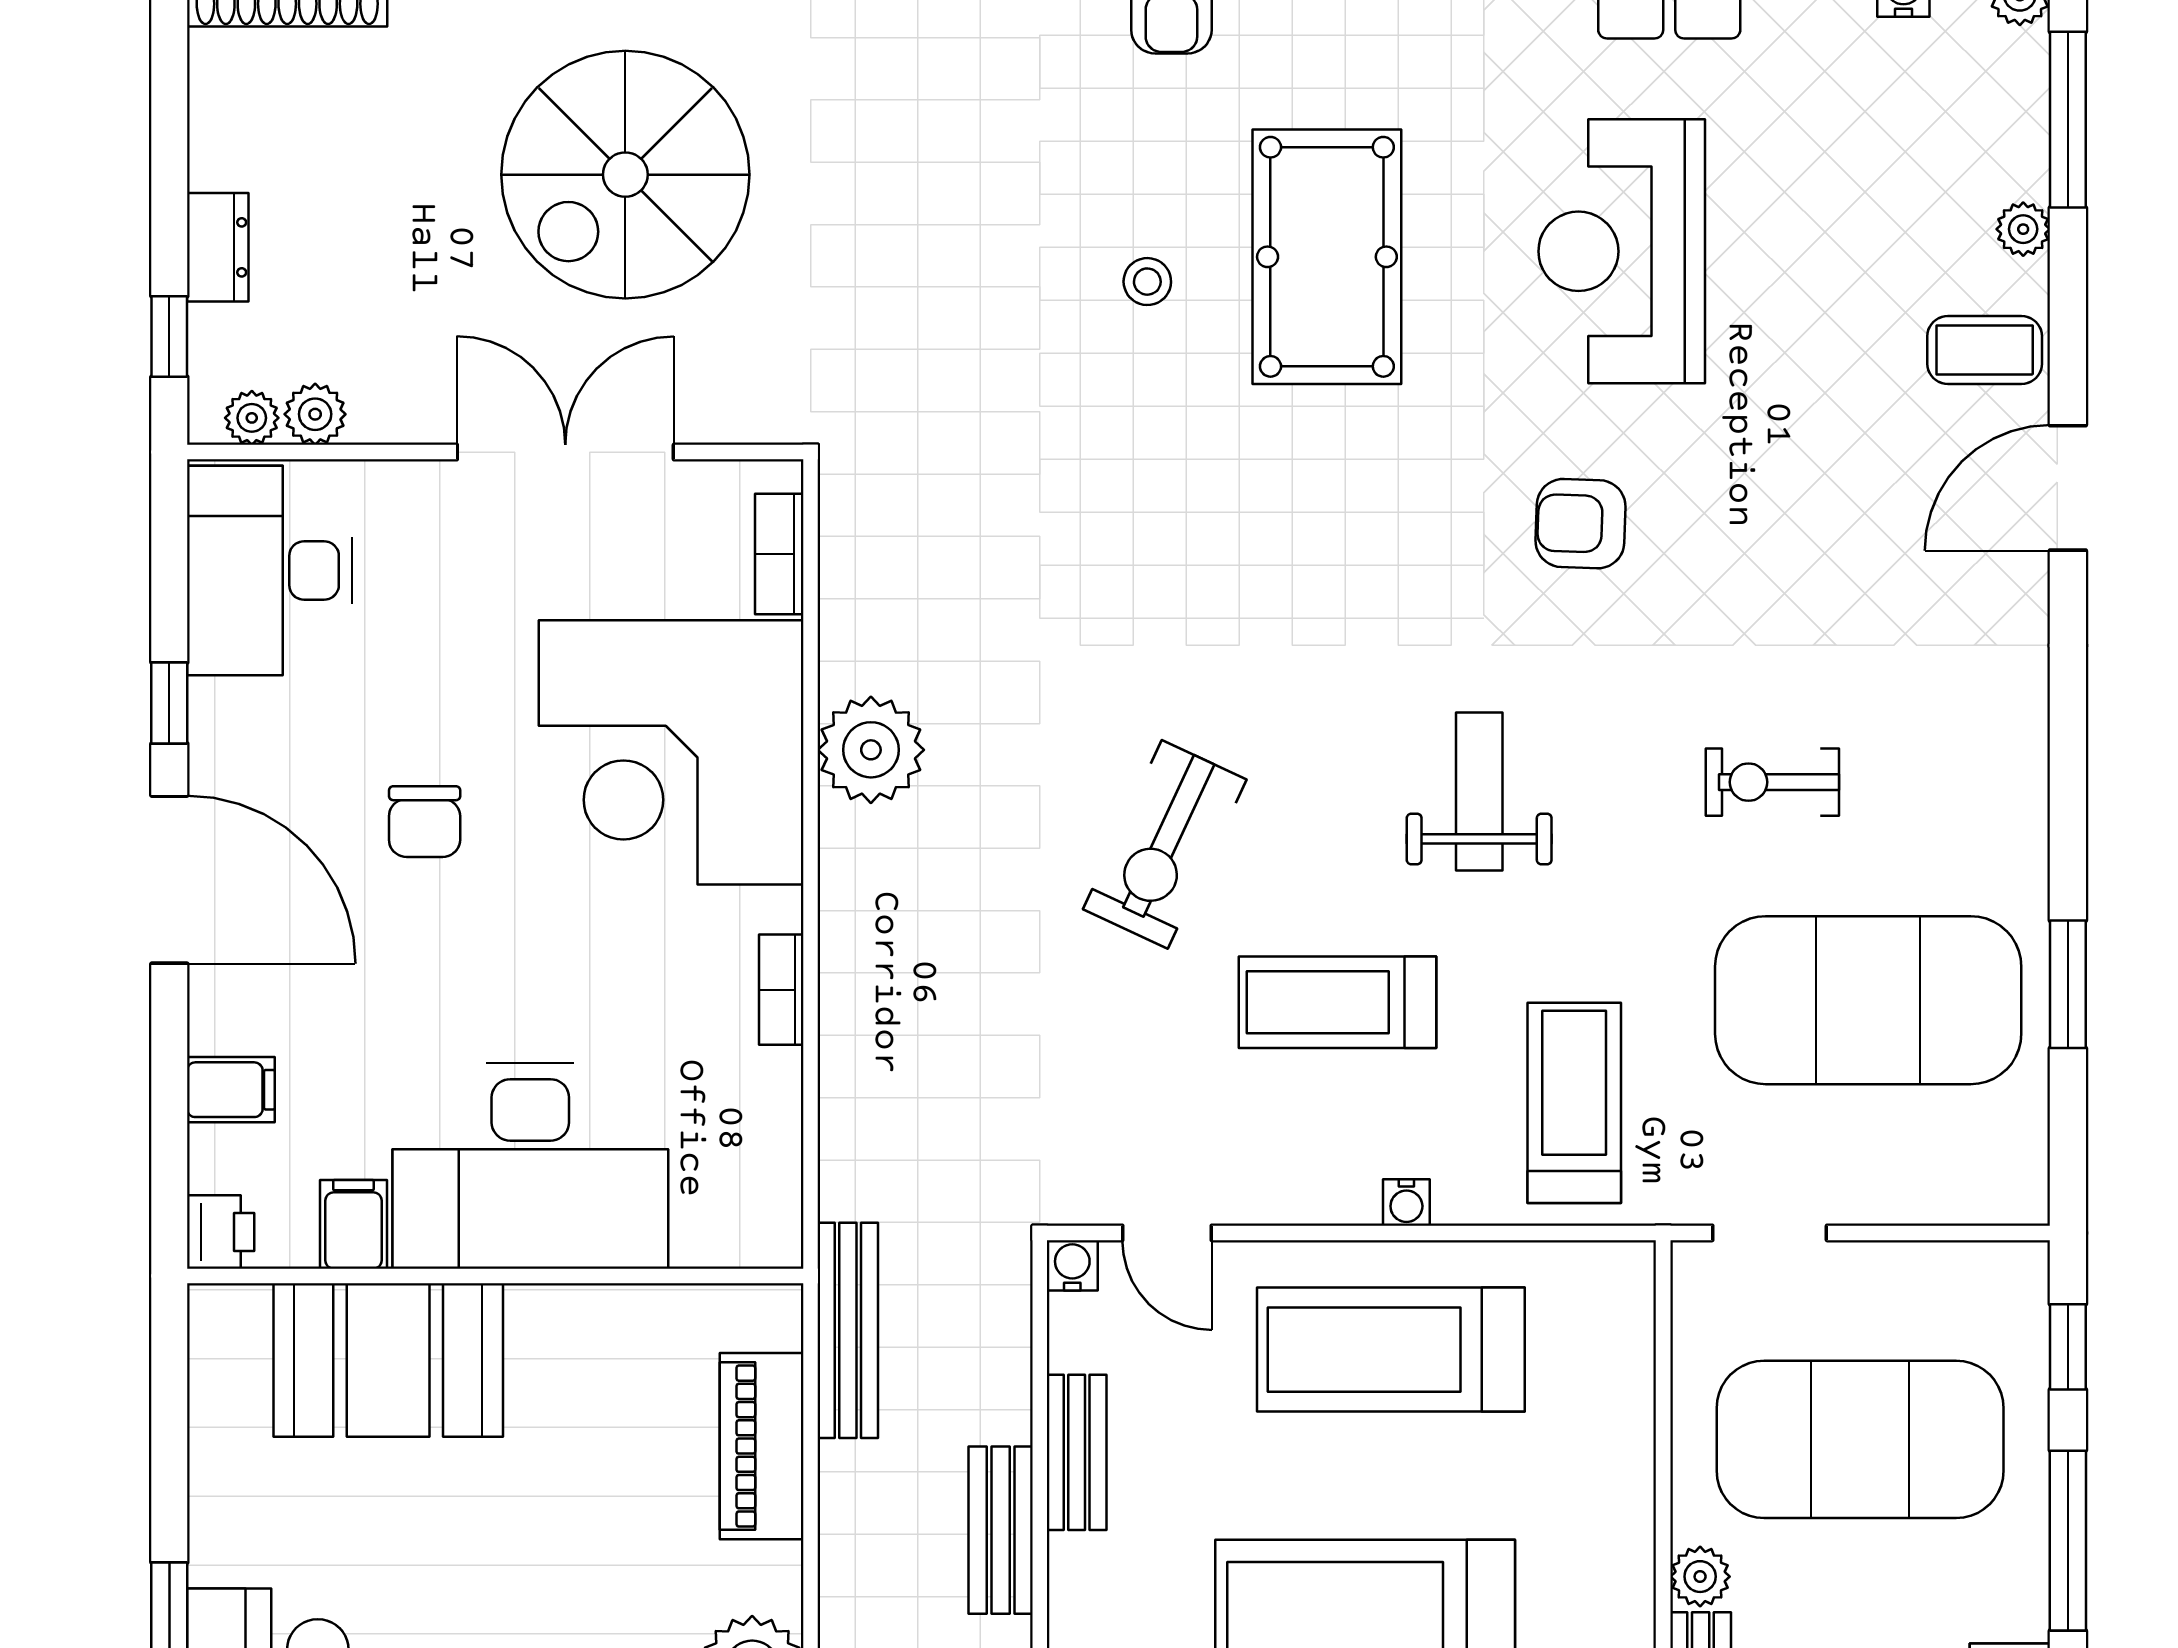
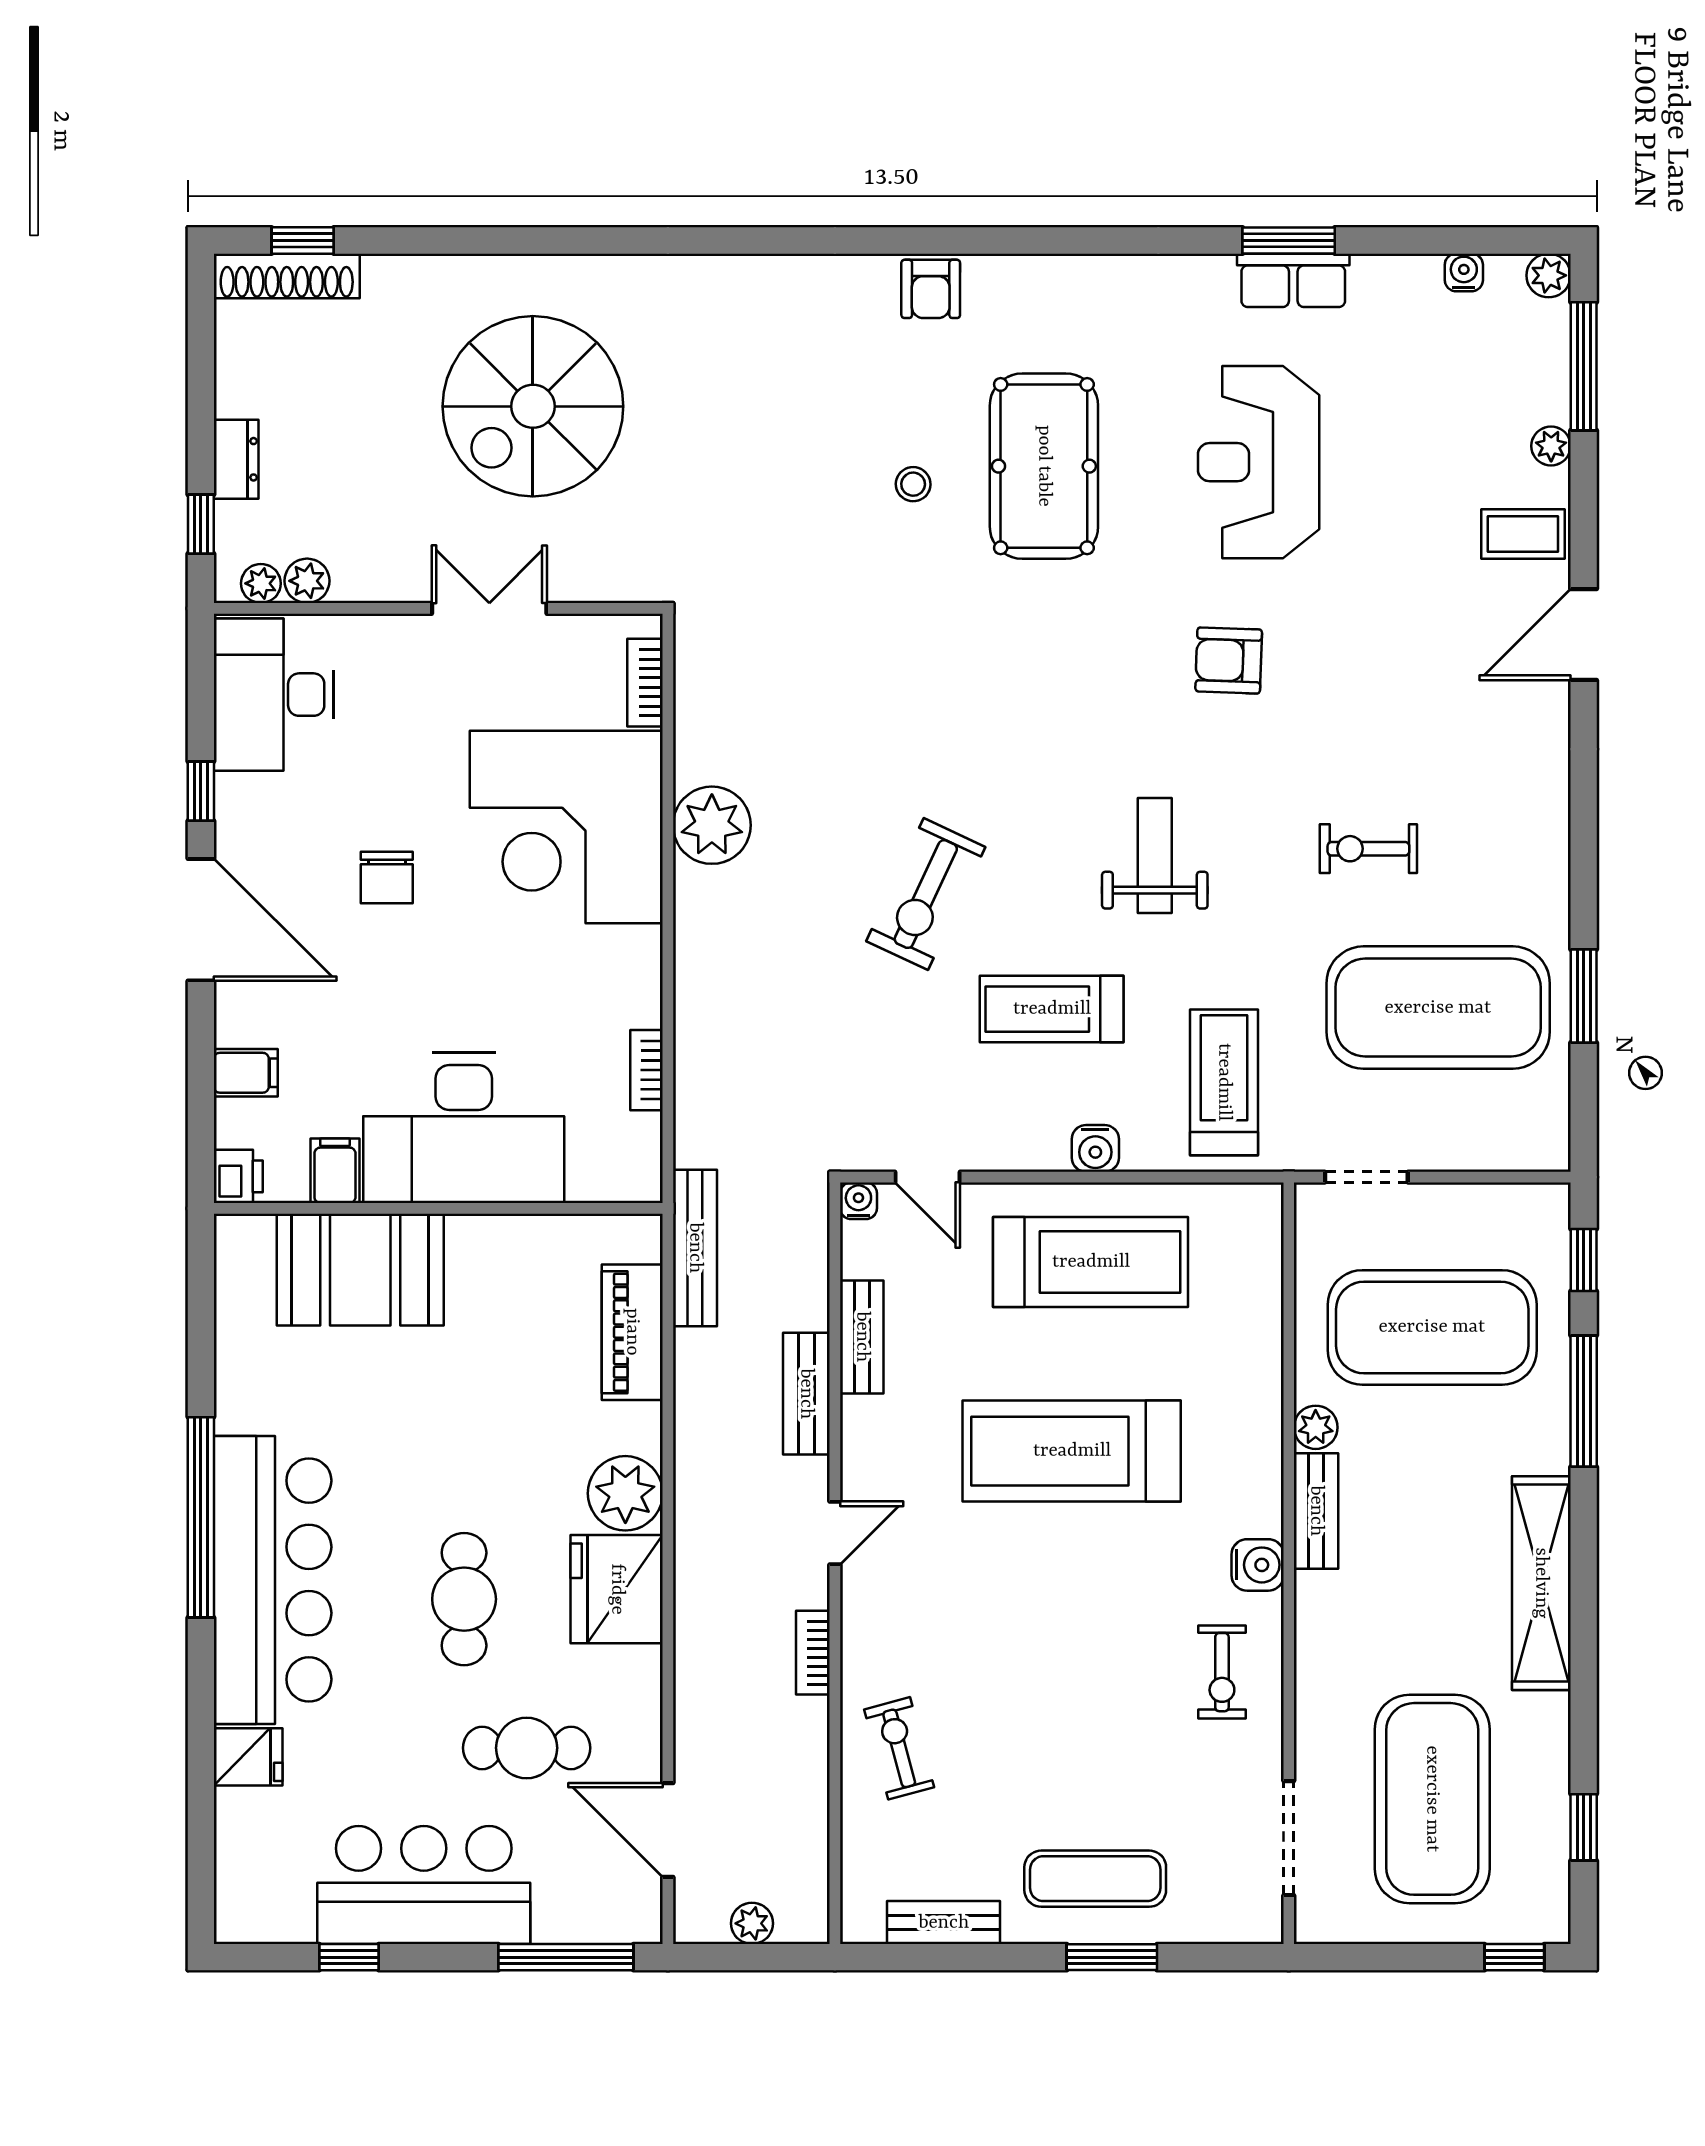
double door: (565, 452) -> (489, 608), width x0.73
bookcase: (781, 990) -> (647, 1070), moved
water cooler: (1406, 1203) -> (1095, 1148), width x1.38, depth x1.38
treadmill: (1391, 1350) -> (1091, 1262), turned 180

